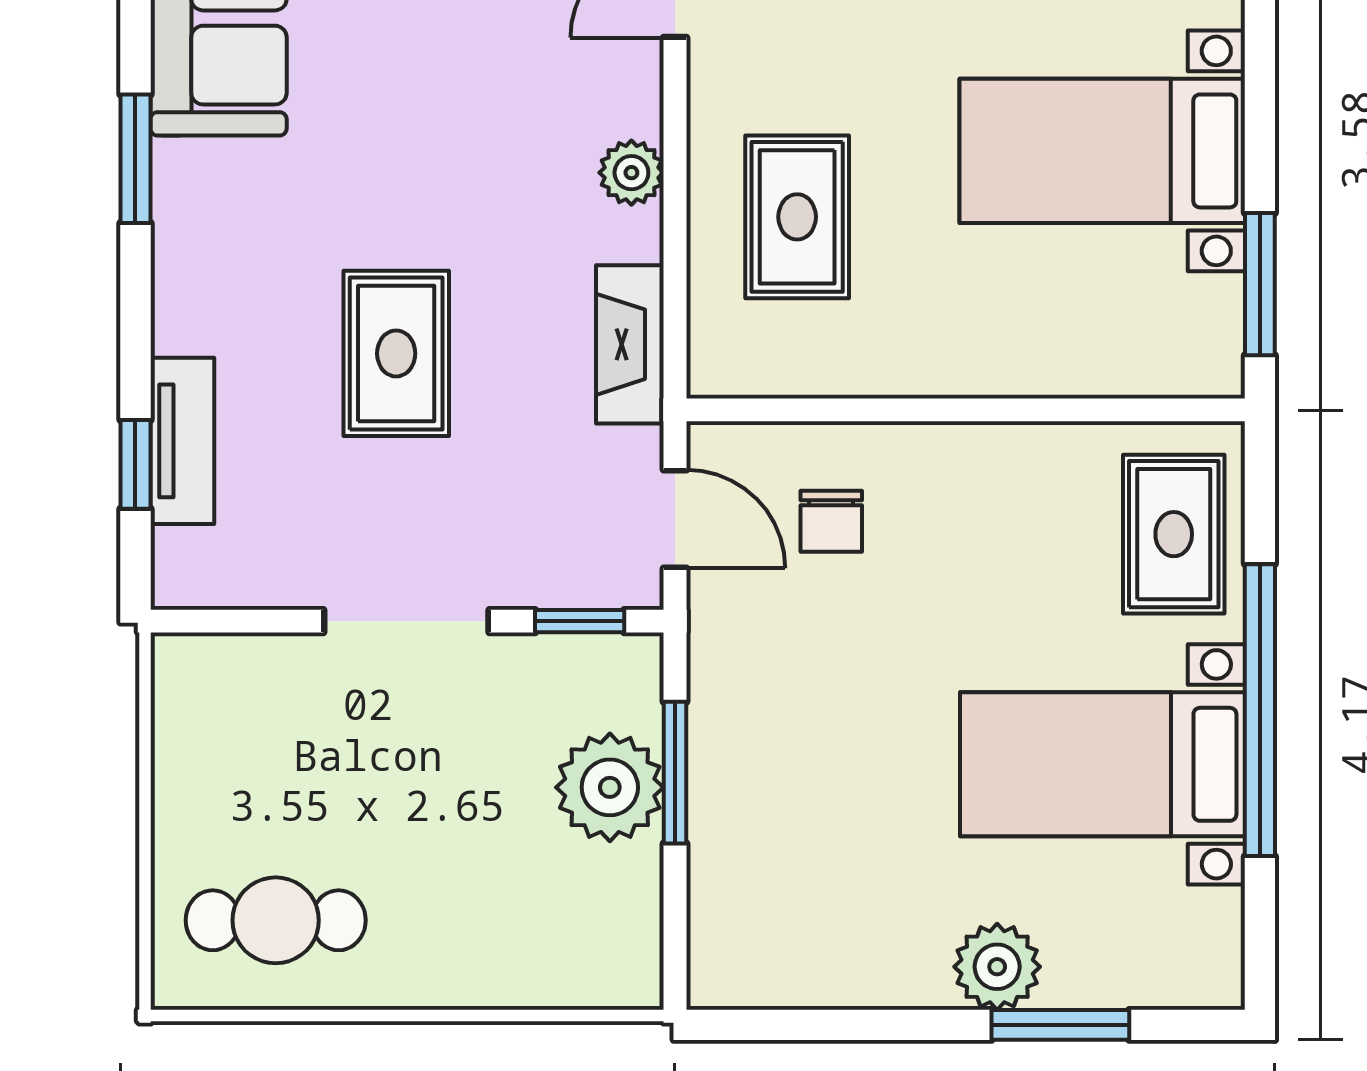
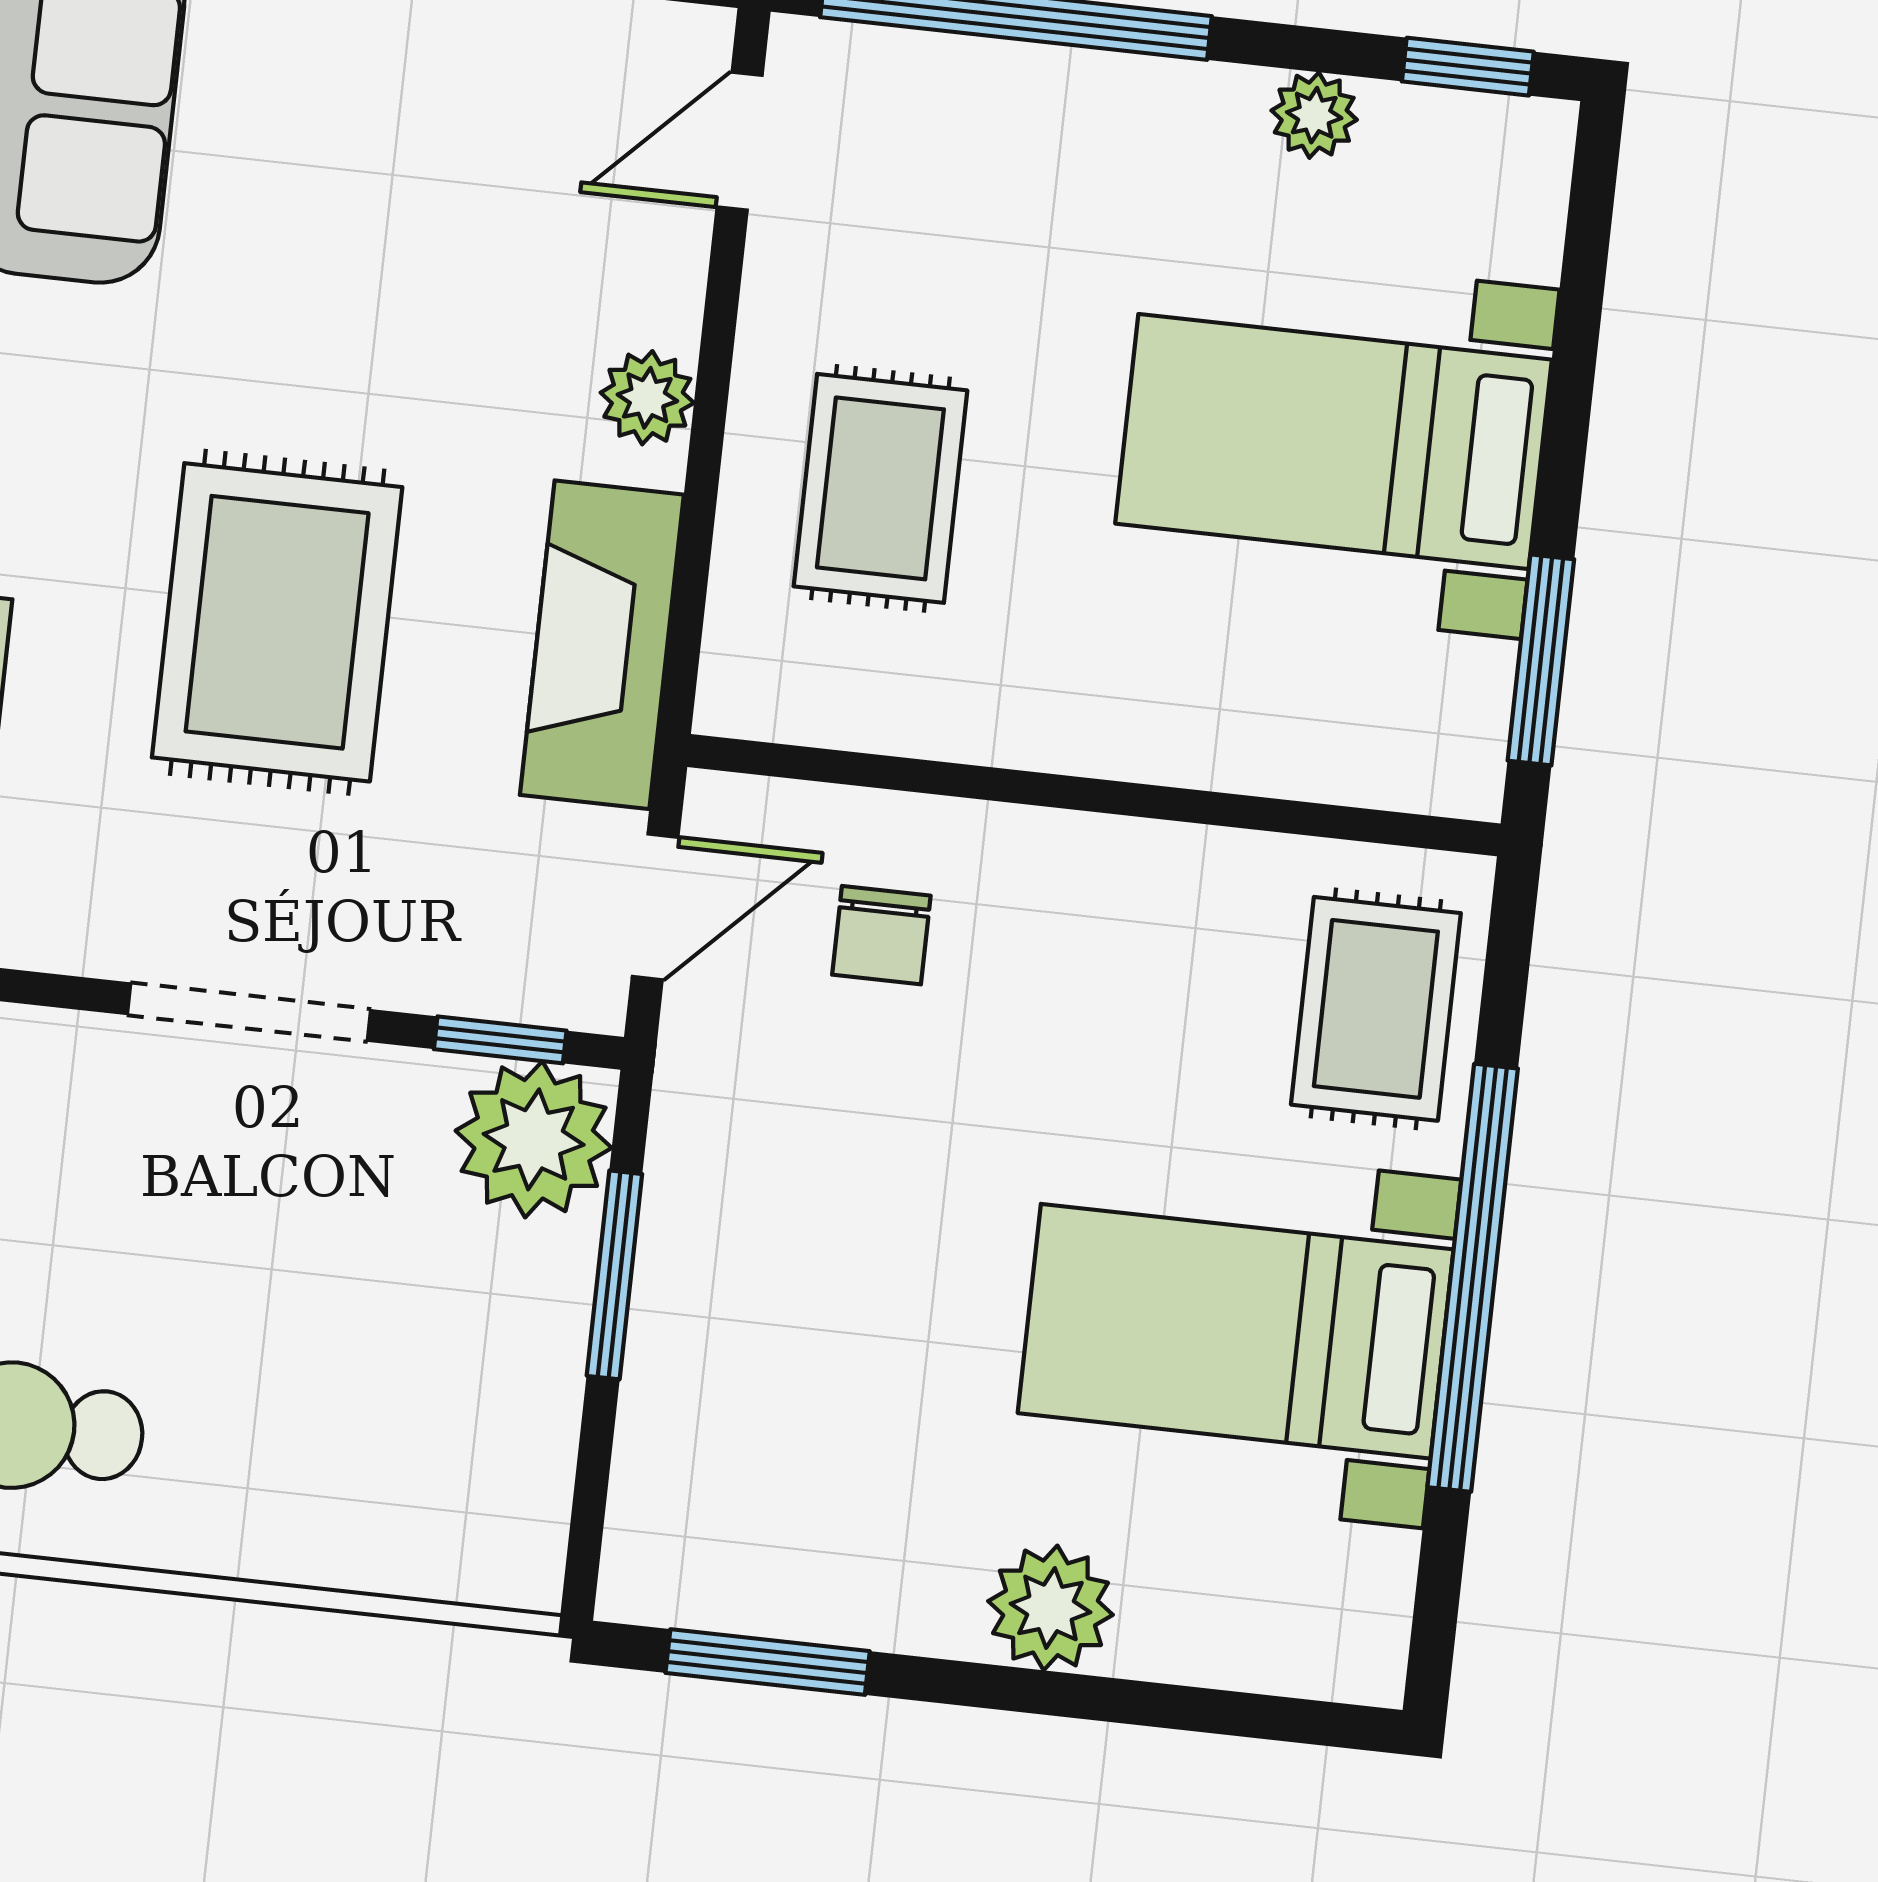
fireplace: (630, 344) -> (602, 645), width x1.37, depth x1.32
rug: (396, 353) -> (277, 622), width x1.36, depth x1.43
door: (675, 519) -> (655, 907), hinge flipped
plant: (610, 787) -> (534, 1139), moved
window: (1060, 1025) -> (768, 1662), moved

